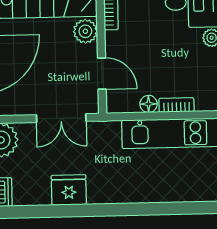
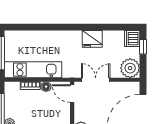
door: (102, 74) -> (72, 94), moved

